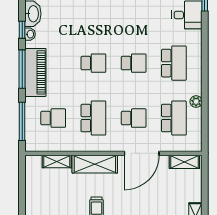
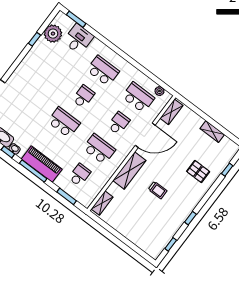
school desk: (93, 63) -> (64, 122), width x1.85
plant: (196, 102) -> (159, 91), moved
window: (22, 121) -> (67, 196), width x0.69
door: (142, 153) -> (145, 135), hinge flipped
shelving: (57, 161) -> (102, 203), moved

